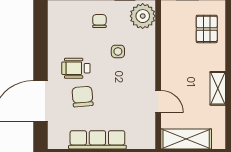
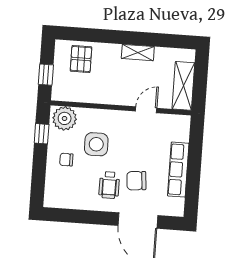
pallet: (207, 29) -> (81, 59), turned 90
side table: (118, 51) -> (96, 144), width x1.87, depth x1.87

